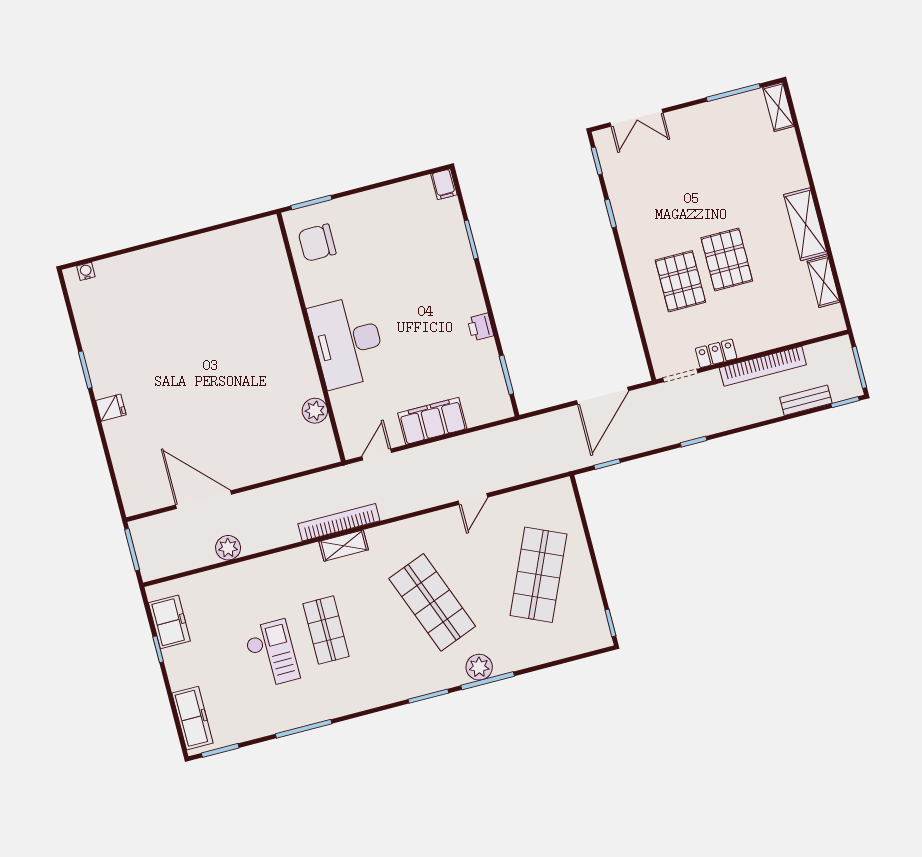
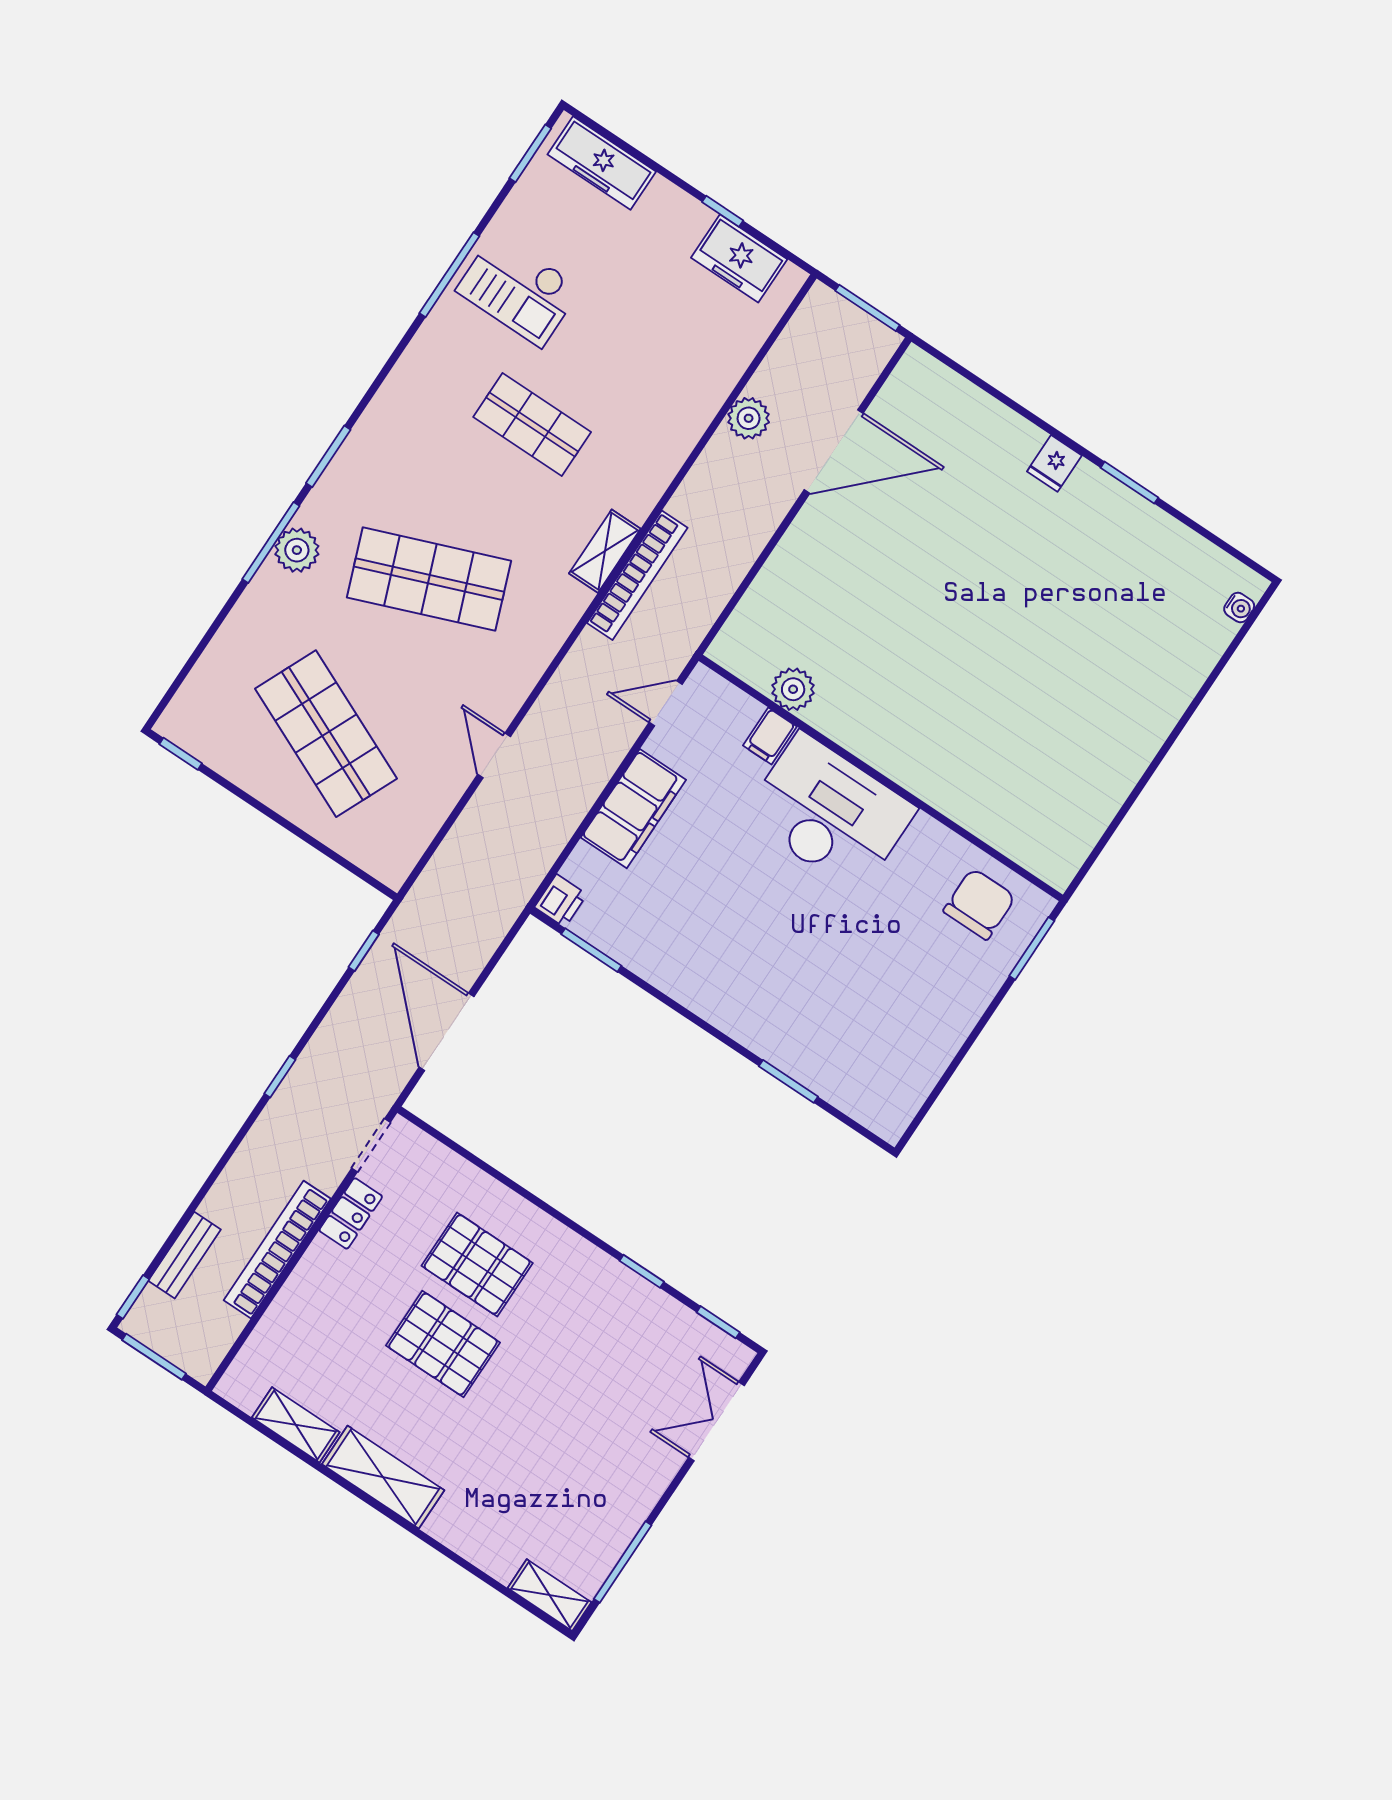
filing cabinet: (444, 184) -> (770, 736), moved, turned -90
printer: (480, 327) -> (561, 901), moved, turned 90
door: (377, 455) -> (666, 703), swing flipped
checkout: (272, 654) -> (518, 289), moved

